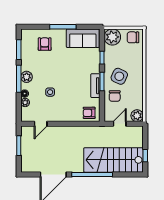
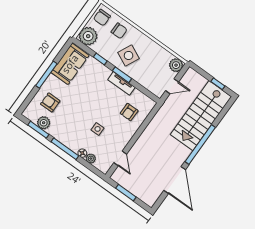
plant: (27, 77) -> (44, 123), moved
chair: (115, 96) -> (119, 31), moved
armchair: (89, 113) -> (129, 112), moved
door: (120, 124) -> (172, 86), swing flipped

